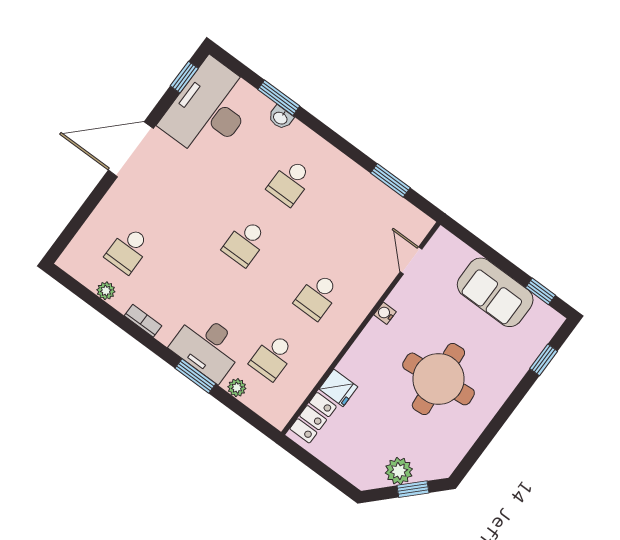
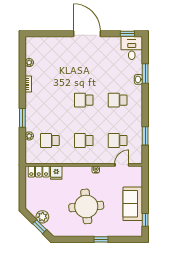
desk: (209, 110) -> (132, 48), width x0.53, depth x0.77
school desk: (128, 250) -> (118, 141), moved
desk: (208, 347) -> (36, 114), removed
window: (544, 360) -> (101, 239), moved

